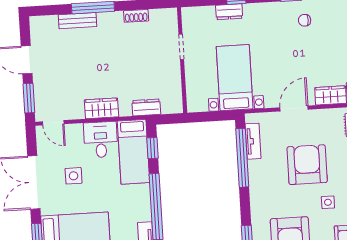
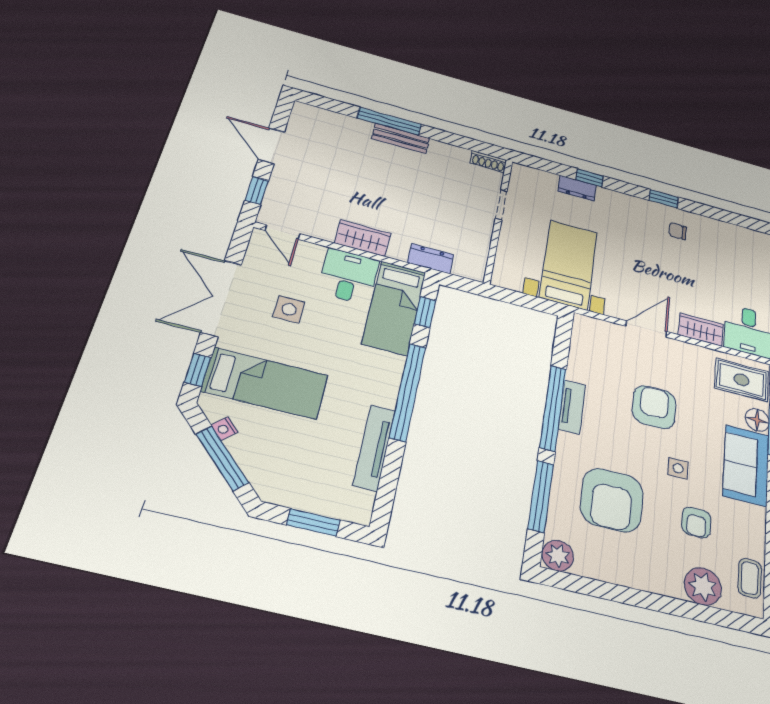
shoe rack: (136, 16) -> (488, 162), moved
bench: (78, 21) -> (401, 138), moved
window: (29, 98) -> (257, 191), width x0.67
tv unit: (253, 141) -> (572, 407), moved
window: (242, 158) -> (553, 408), moved
armchair: (307, 165) -> (654, 407), width x0.73, depth x0.73

